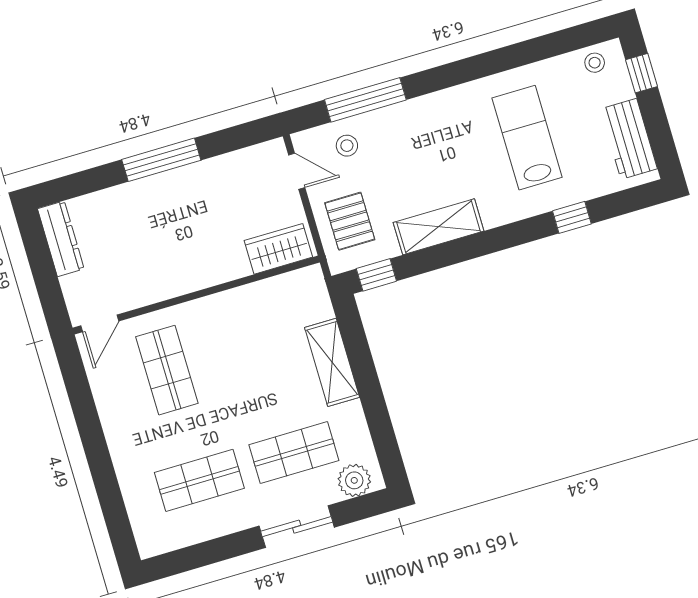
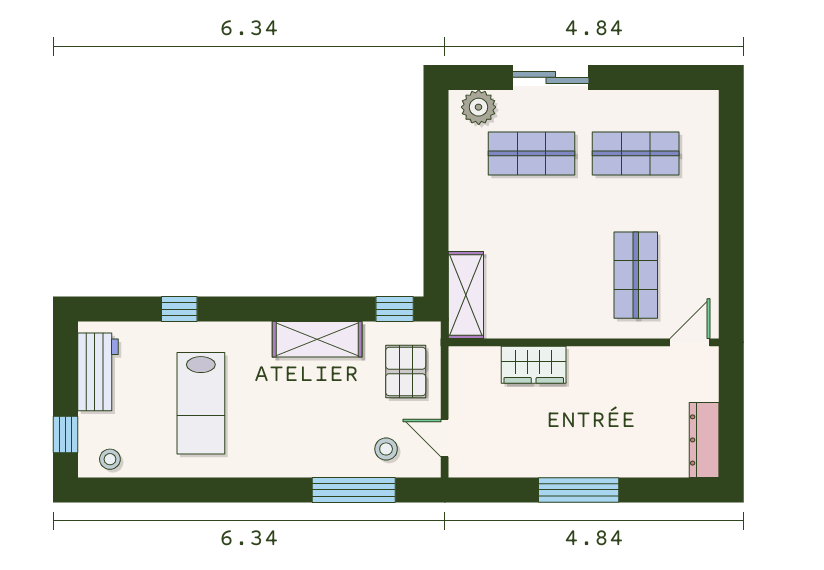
wardrobe: (278, 249) -> (534, 365), moved
shelving: (332, 362) -> (466, 295), moved

